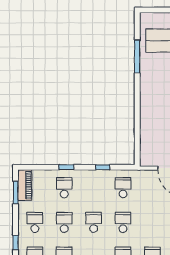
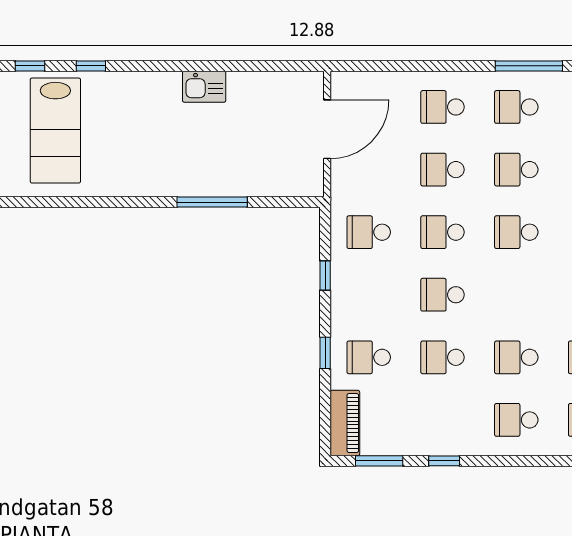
window: (137, 56) -> (212, 202), moved
piano: (25, 185) -> (345, 423), moved, turned 90
school desk: (35, 222) -> (443, 170), moved
window: (16, 243) -> (444, 461), moved

